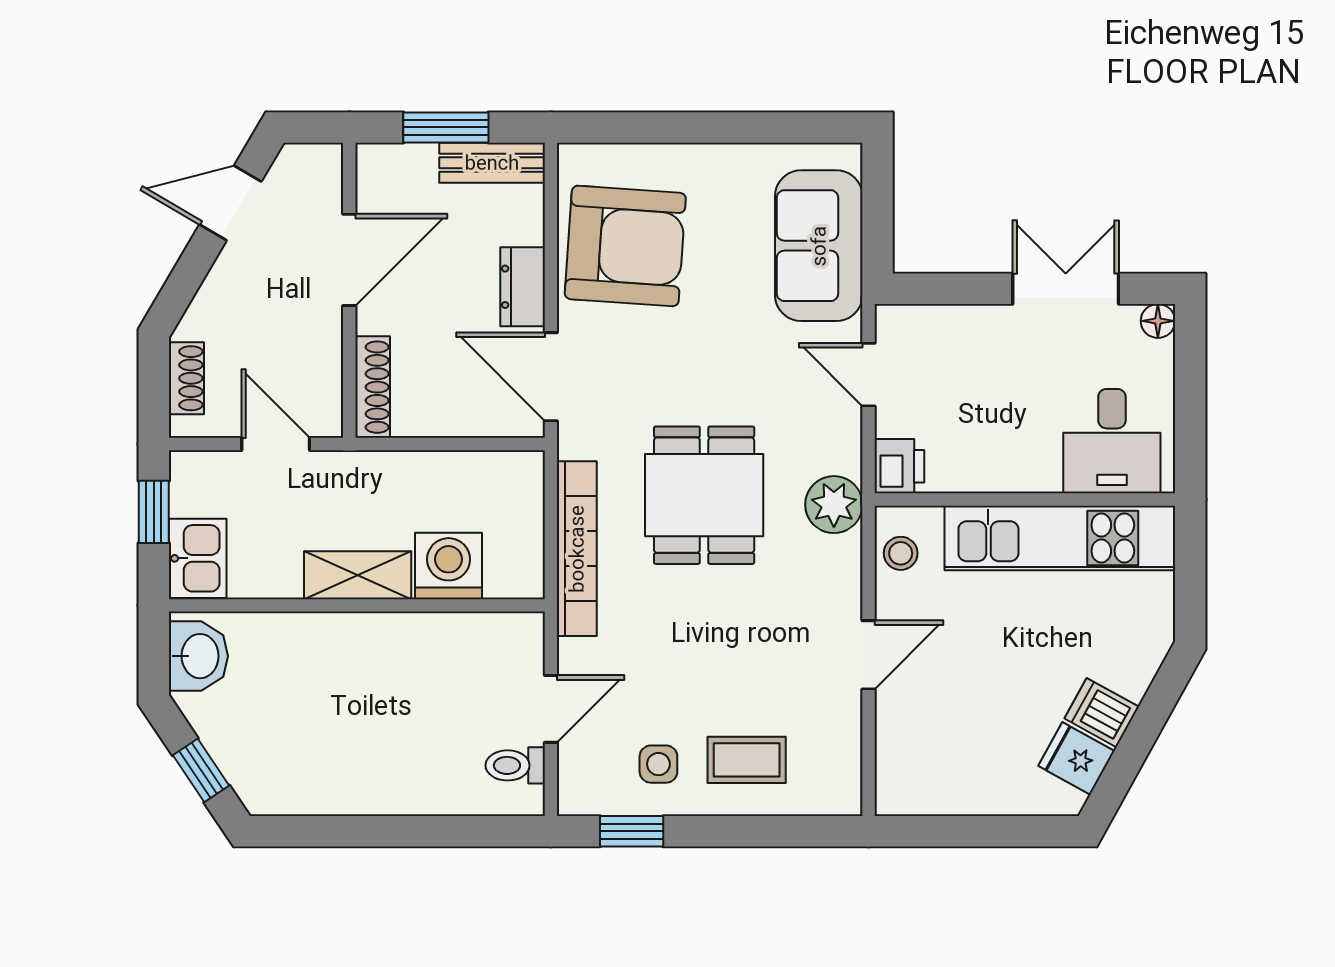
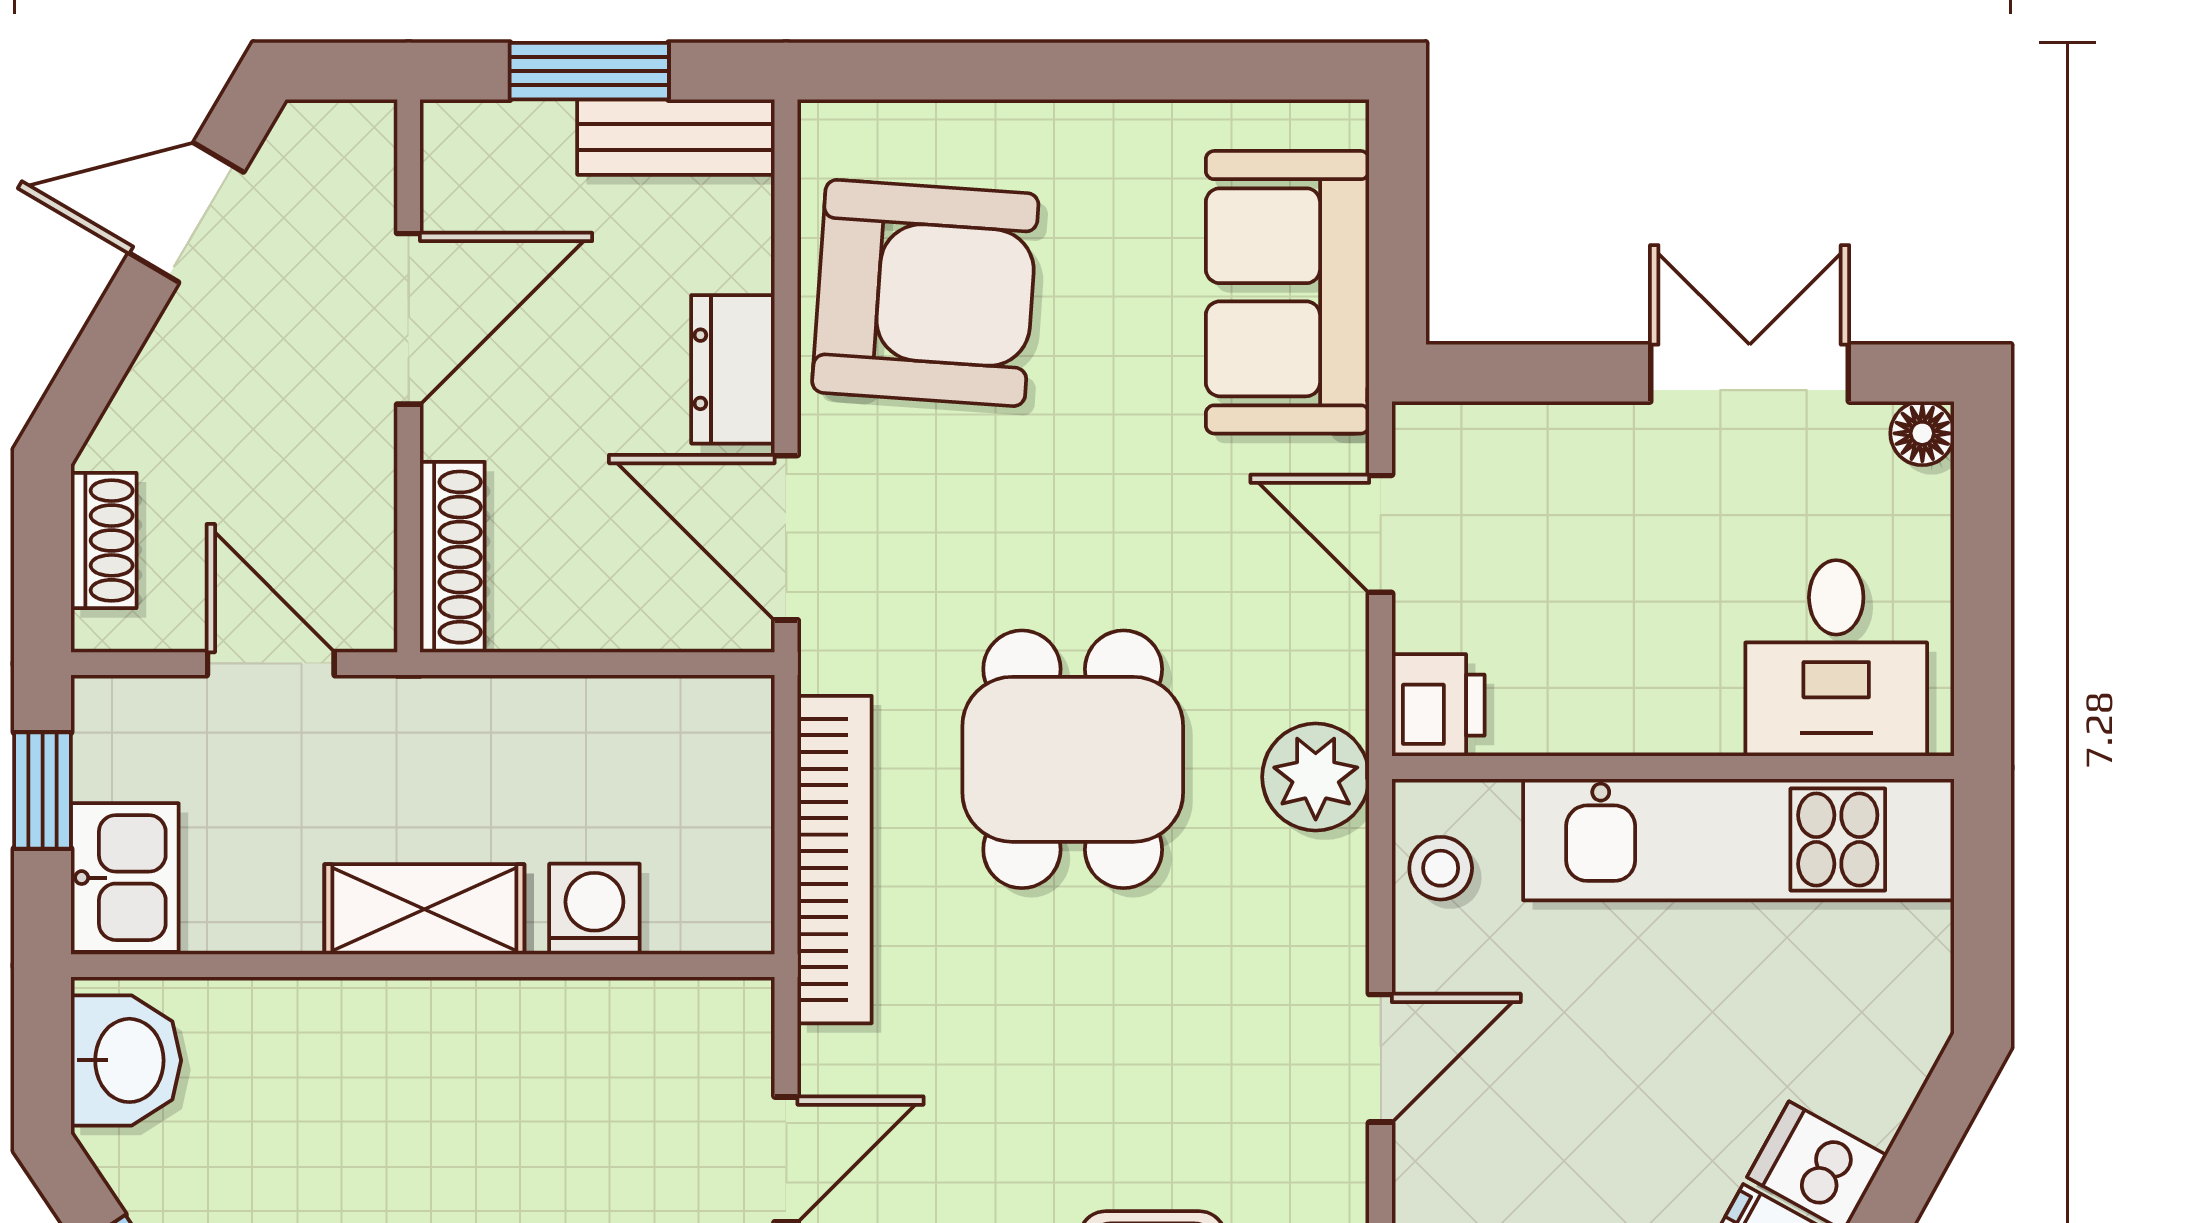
washing machine: (449, 566) -> (594, 909), width x0.73, depth x0.73

